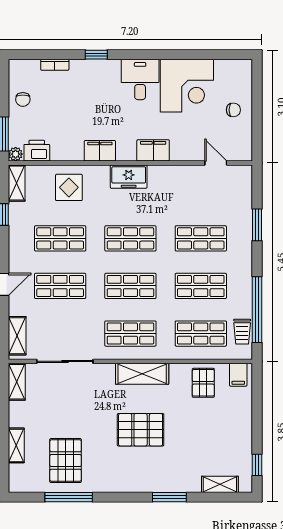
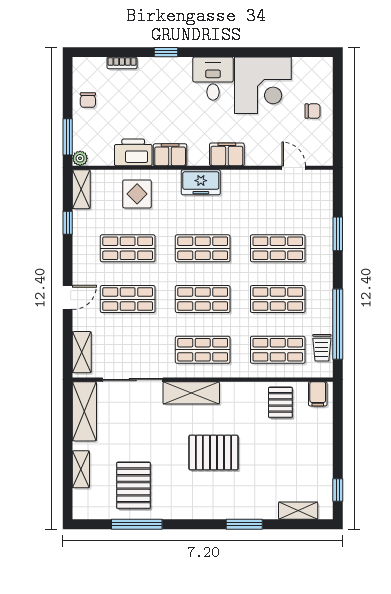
printer: (37, 151) -> (133, 152), moved, width x1.37, depth x1.19
shelving: (142, 374) -> (191, 393), moved
shelving: (17, 382) -> (84, 411), width x1.50, depth x1.33

